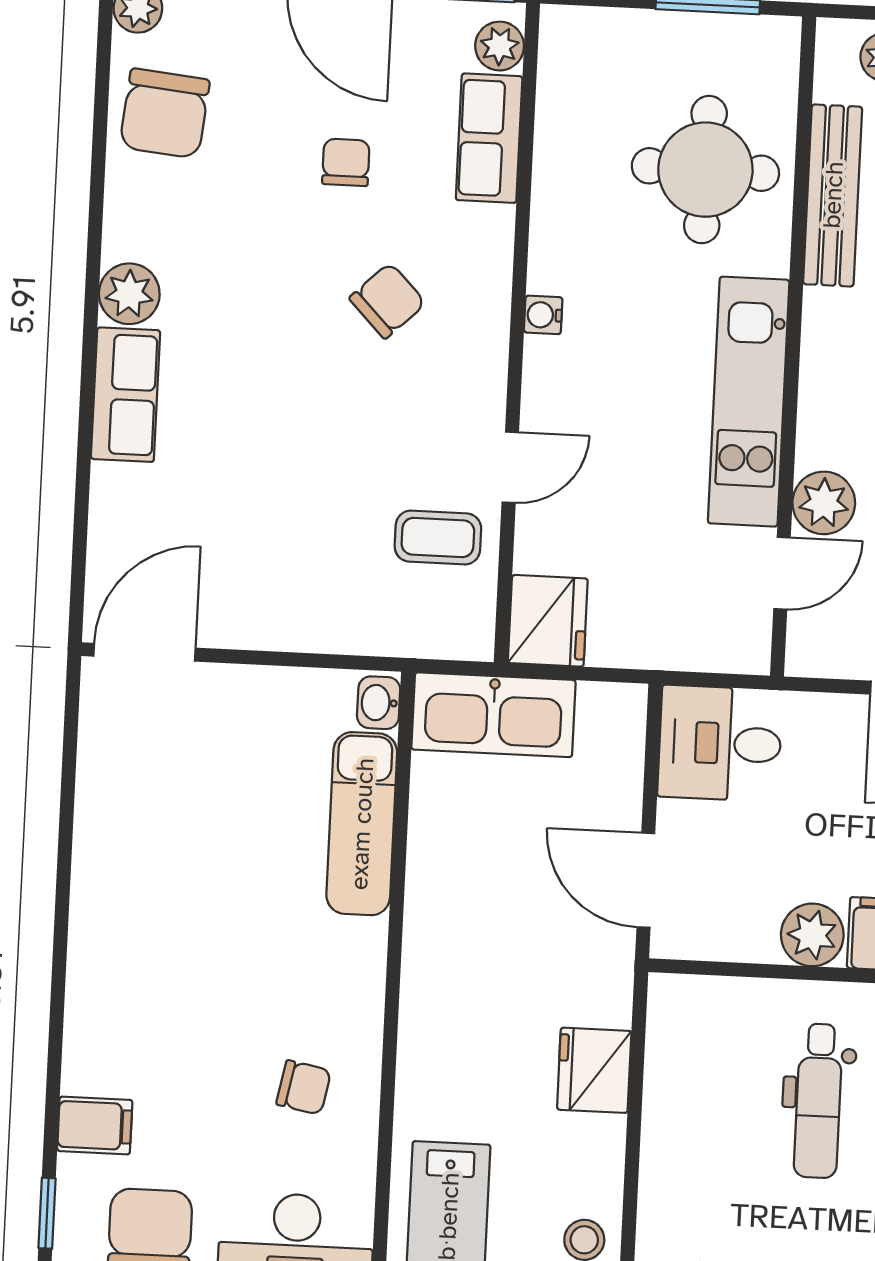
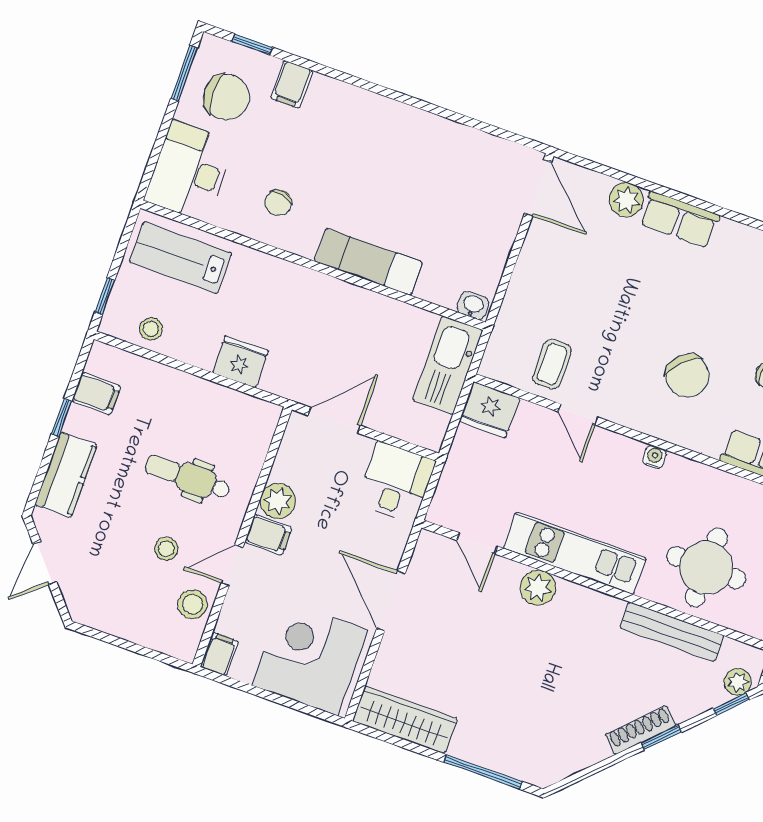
plant: (129, 294) -> (626, 200), moved
chair: (387, 301) -> (687, 375), width x1.37, depth x1.37
plant: (824, 503) -> (538, 588), moved
exam couch: (362, 824) -> (368, 262), moved

